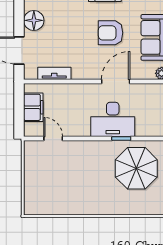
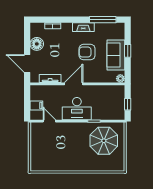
door: (116, 81) -> (74, 84), moved
filing cabinet: (33, 107) -> (36, 105), width x0.50
desk: (113, 119) -> (77, 109), moved

